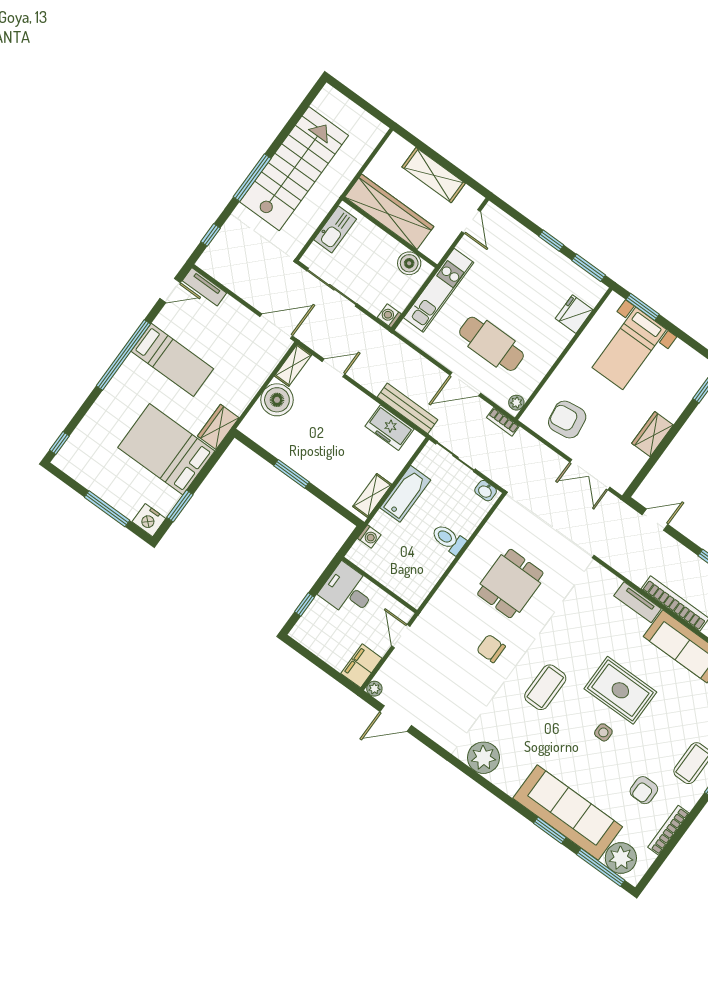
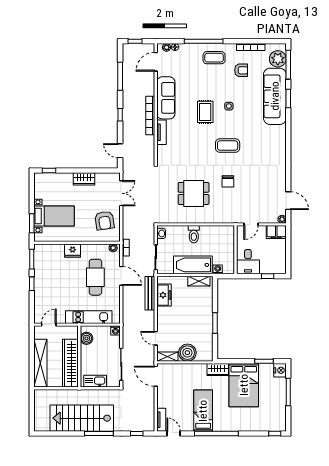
shelving: (434, 175) -> (40, 363), width x1.47
fridge: (574, 314) -> (73, 251), moved
bathtub: (405, 494) -> (193, 265), width x1.36, depth x1.36
rug: (620, 690) -> (205, 112), width x0.73, depth x0.70
plant: (483, 758) -> (278, 150), removed

